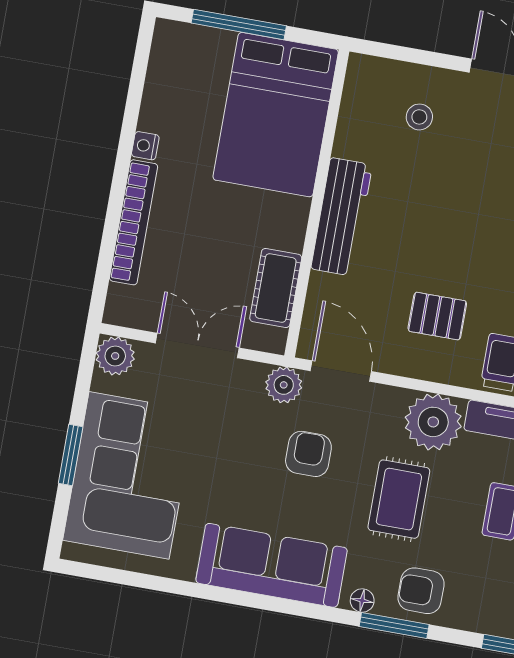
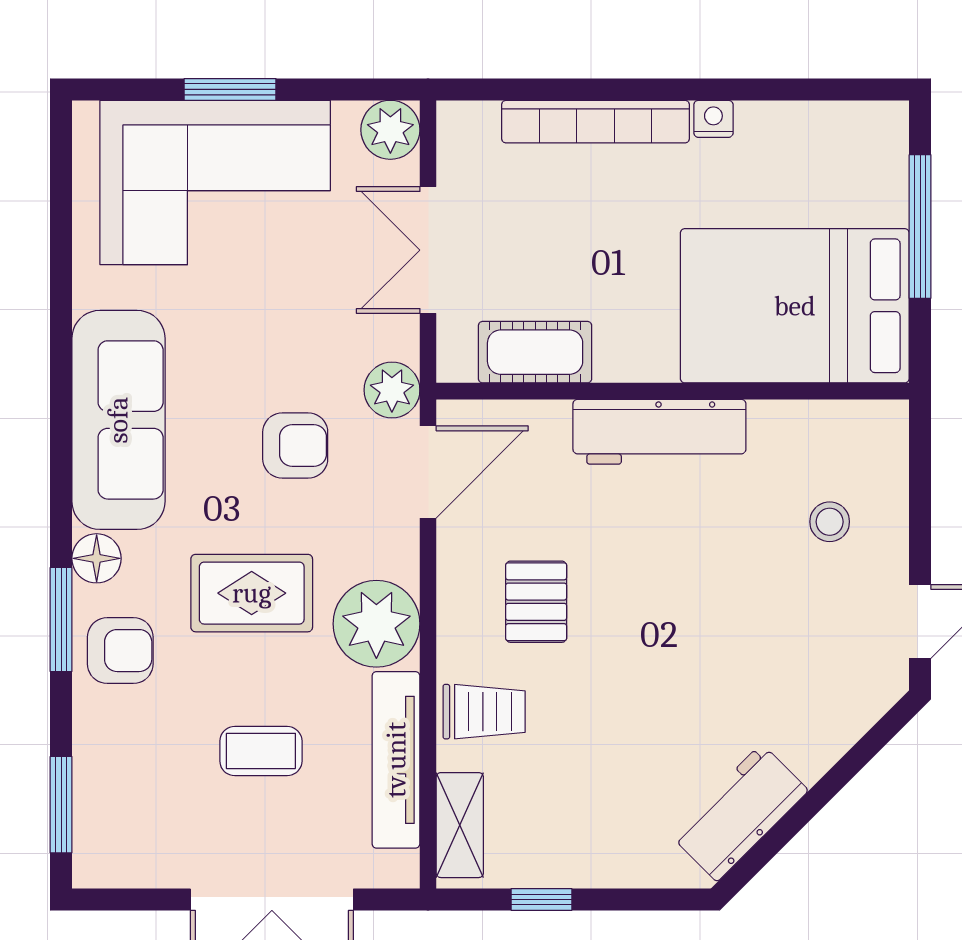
double door: (197, 345) -> (428, 250), swing flipped
armchair: (421, 591) -> (120, 651), turned 90
floor lamp: (362, 601) -> (97, 558), width x1.37, depth x1.37

